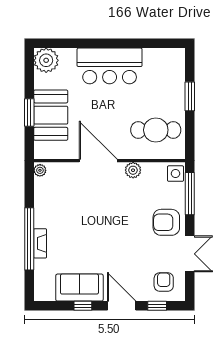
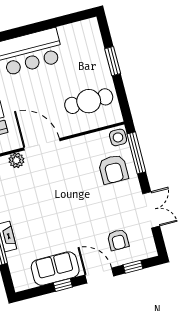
plant: (133, 170) -> (16, 160), moved
armchair: (166, 222) -> (113, 169), moved, turned -90
armchair: (164, 282) -> (118, 240), moved, turned 180

